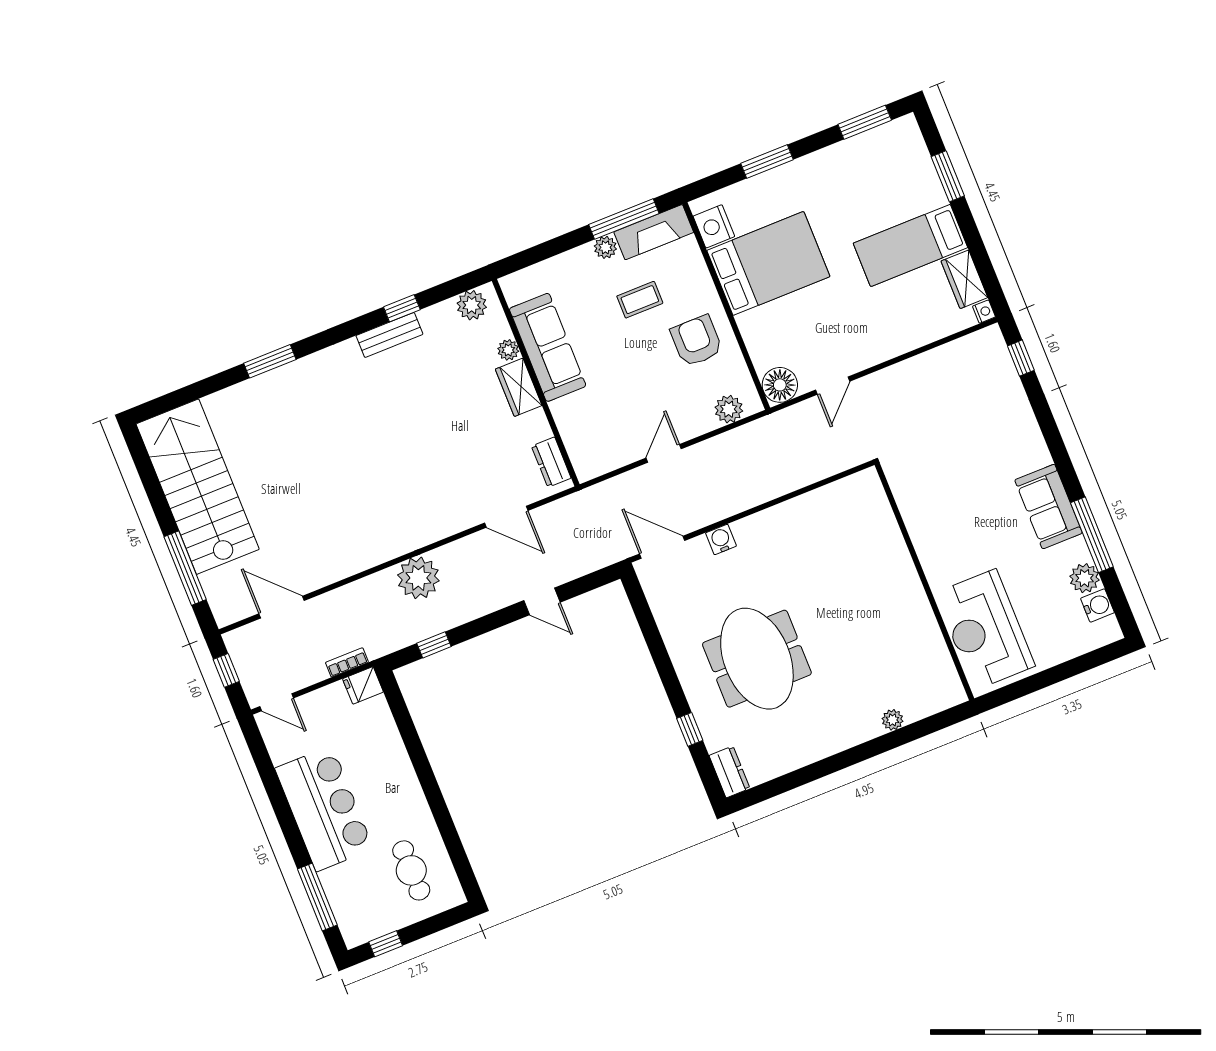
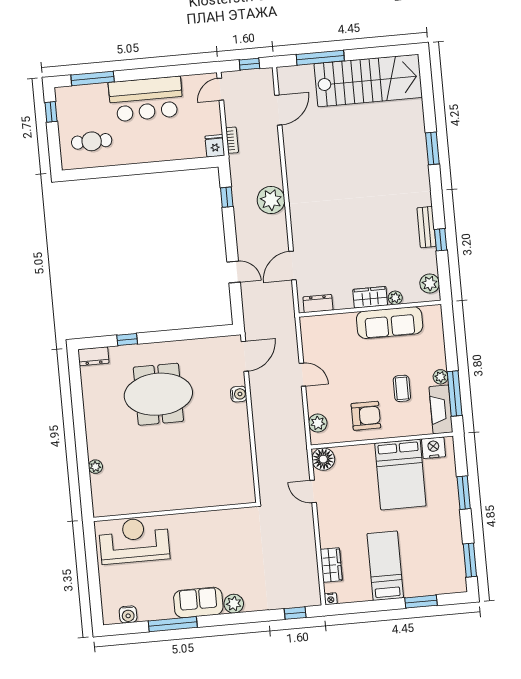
wardrobe: (964, 279) -> (331, 565), moved, turned 90
plant: (1085, 578) -> (234, 604), moved
door: (542, 601) -> (234, 272), swing flipped

